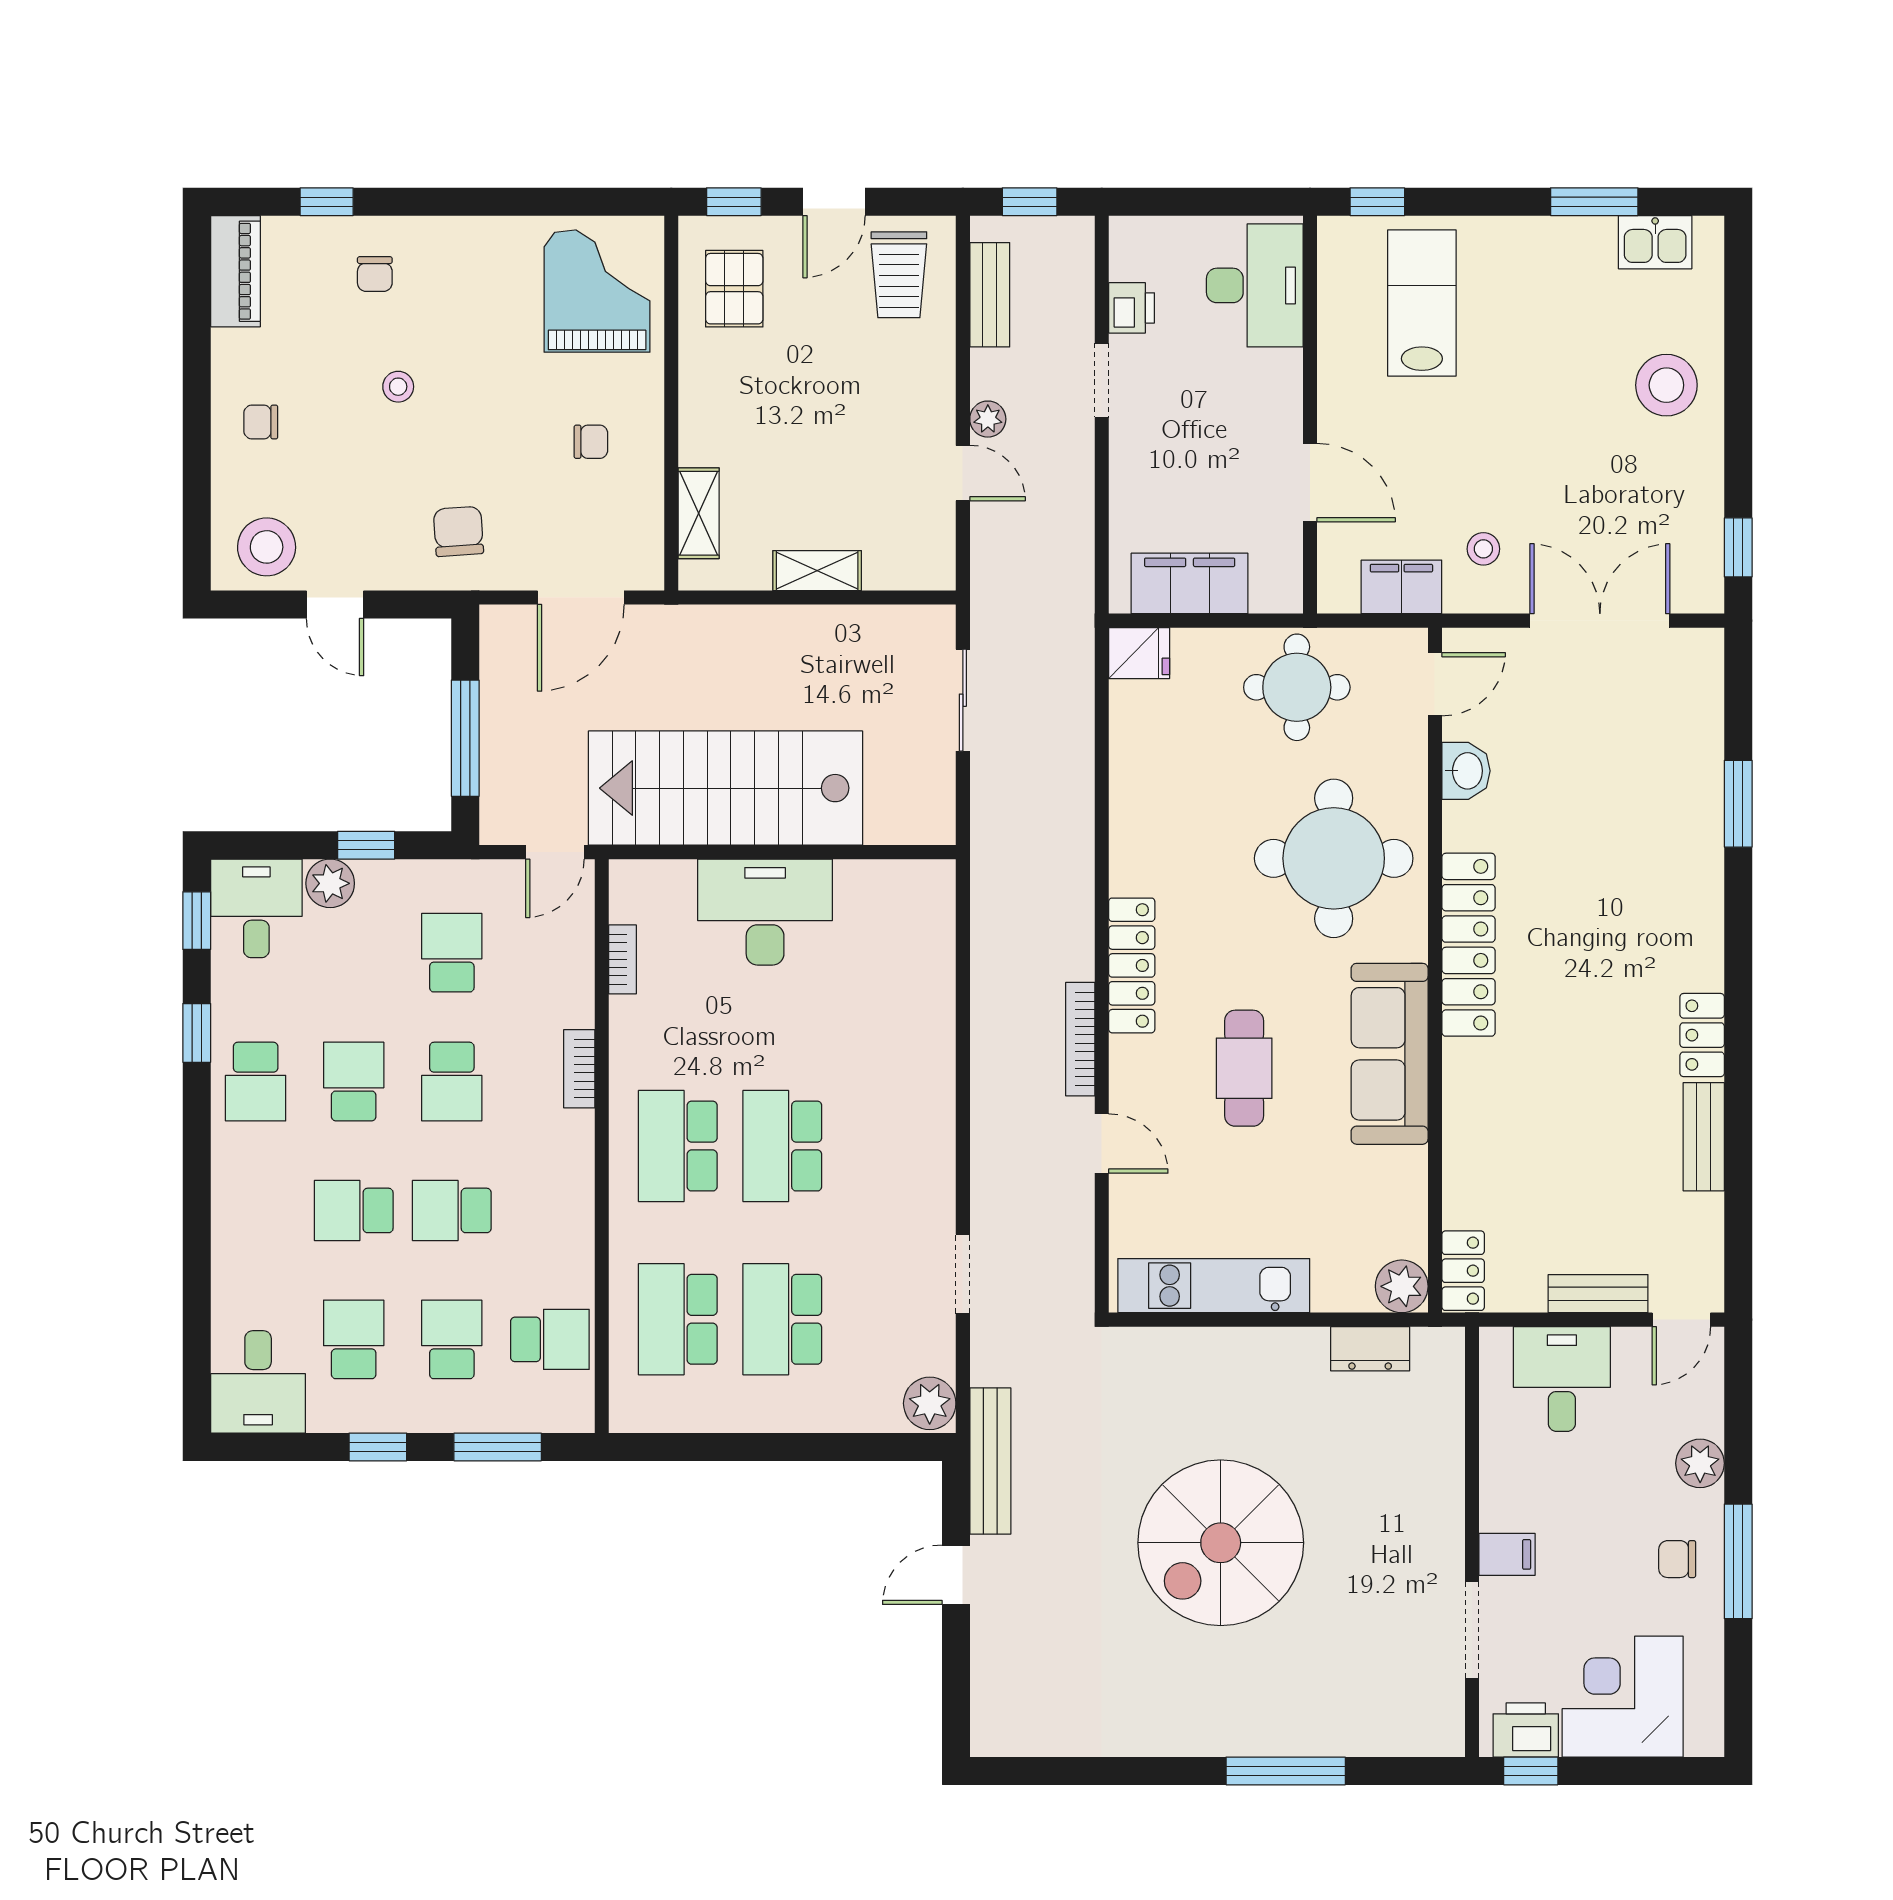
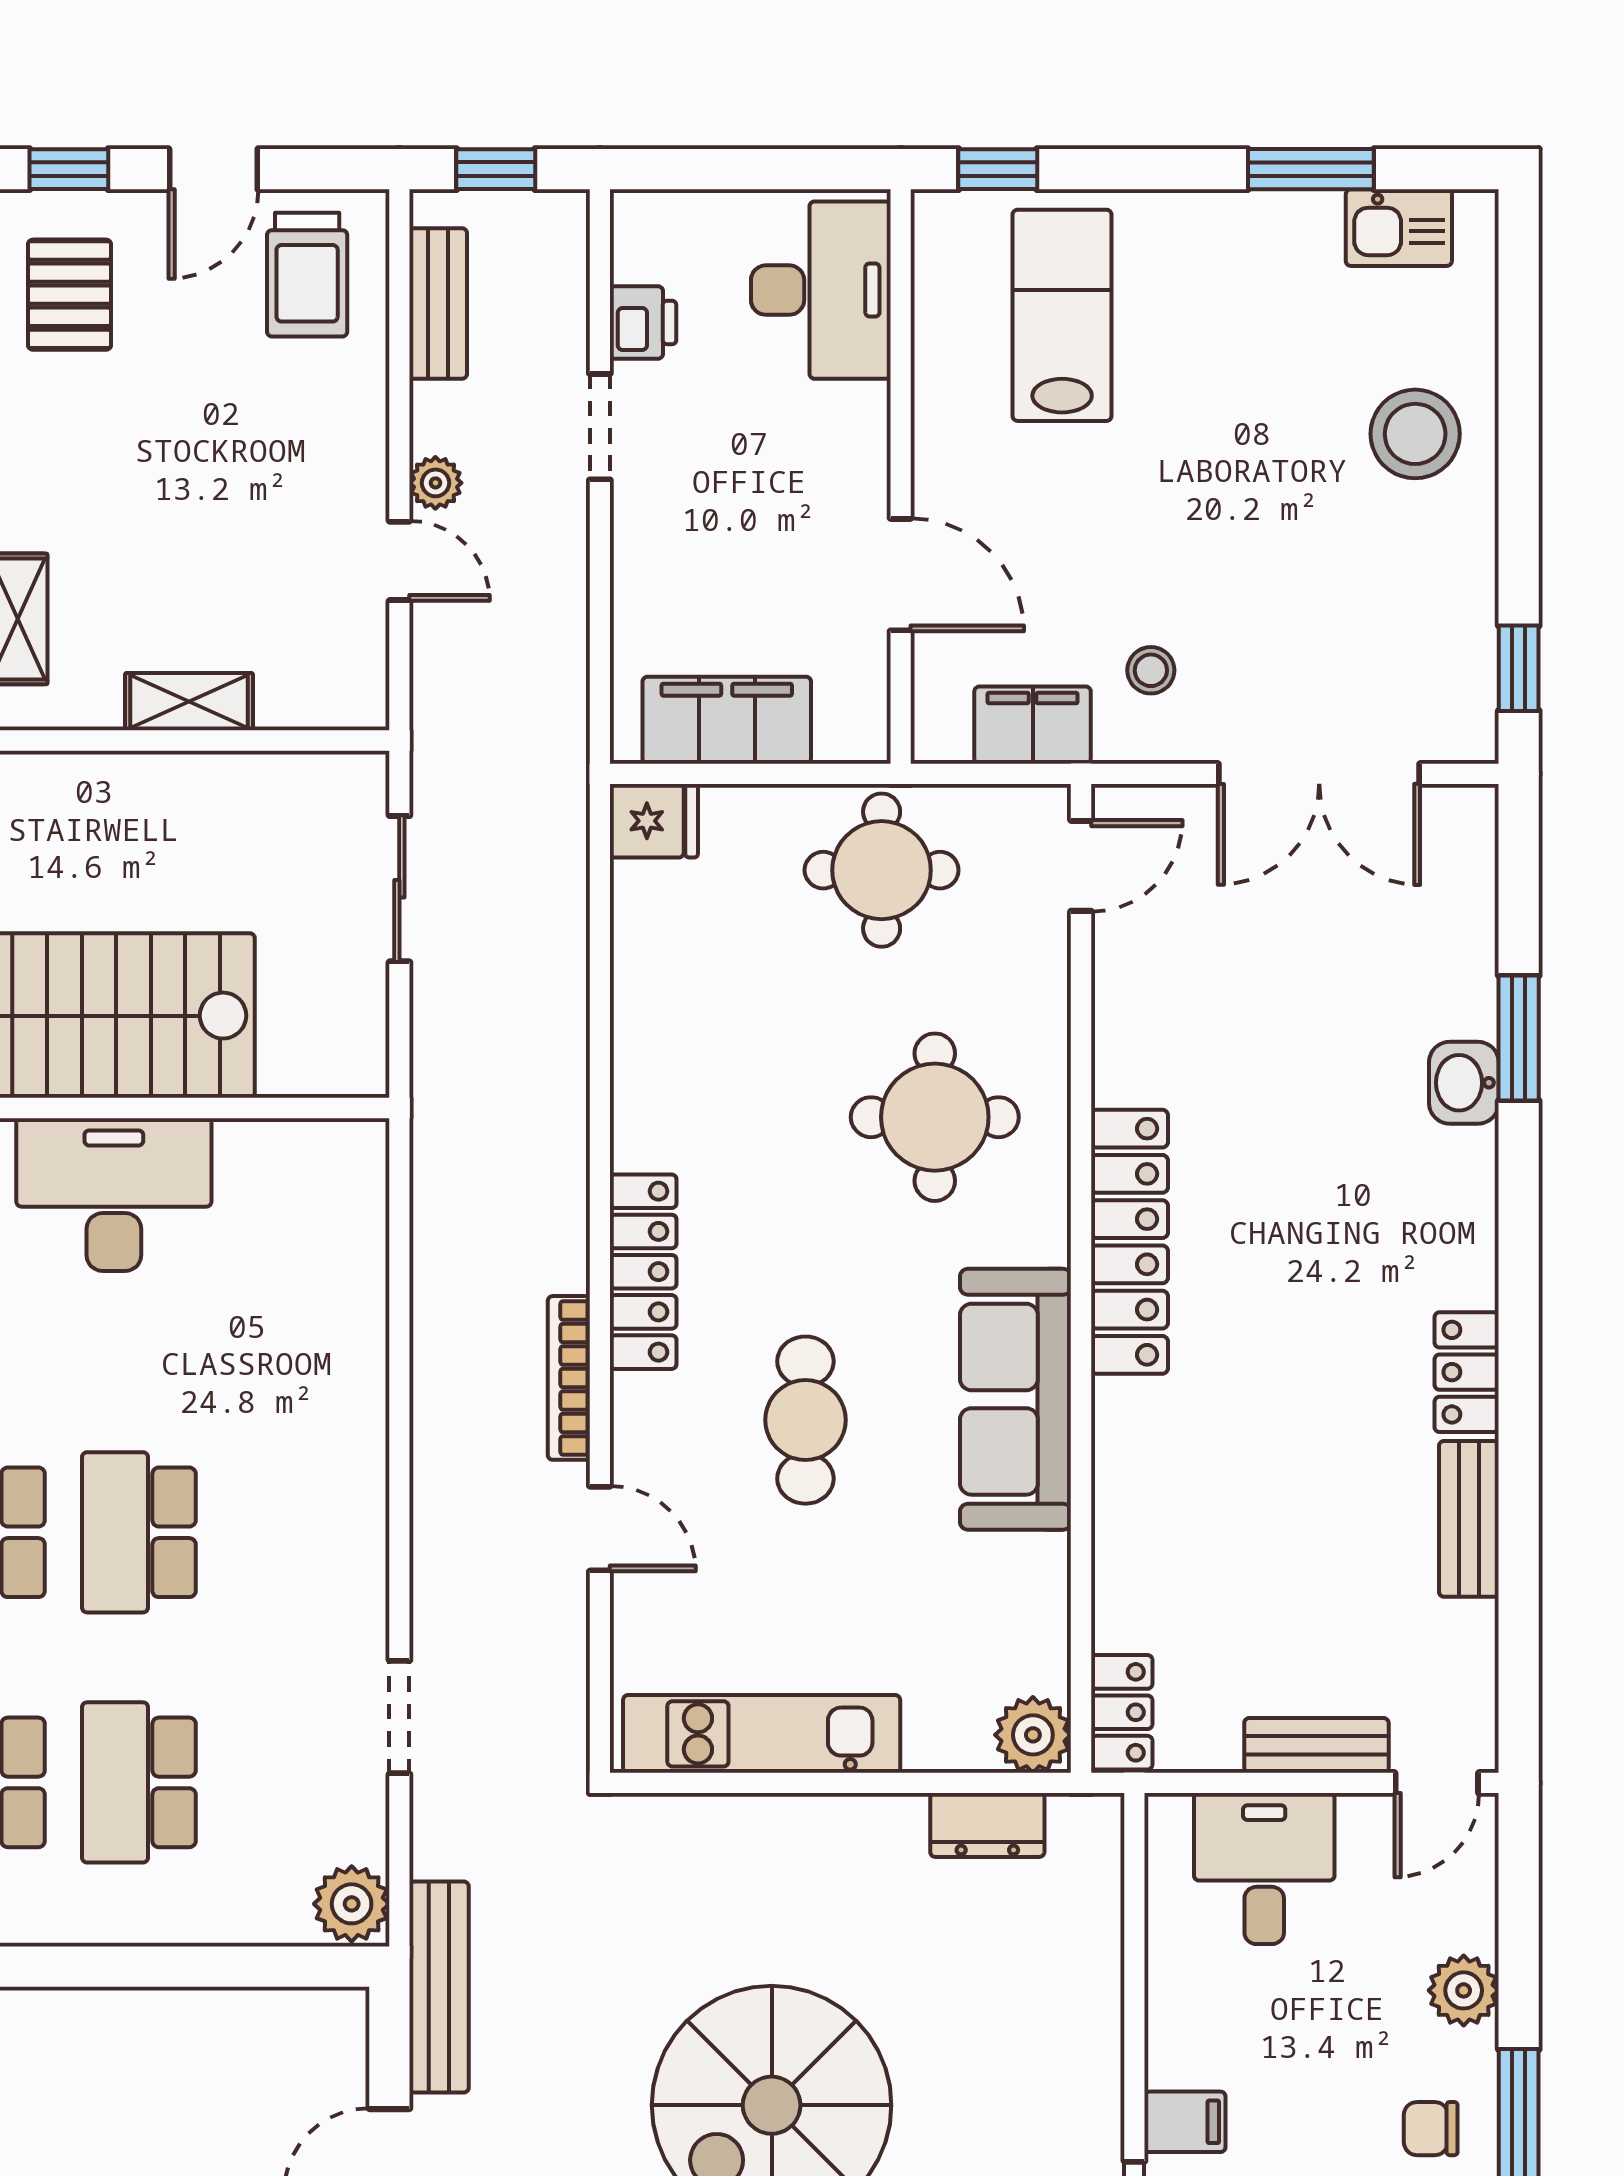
double door: (1600, 621) -> (1319, 774), swing flipped
washbasin: (1466, 771) -> (1464, 1083), moved, turned 180
round table: (1334, 858) -> (935, 1117), width x0.73, depth x0.73

